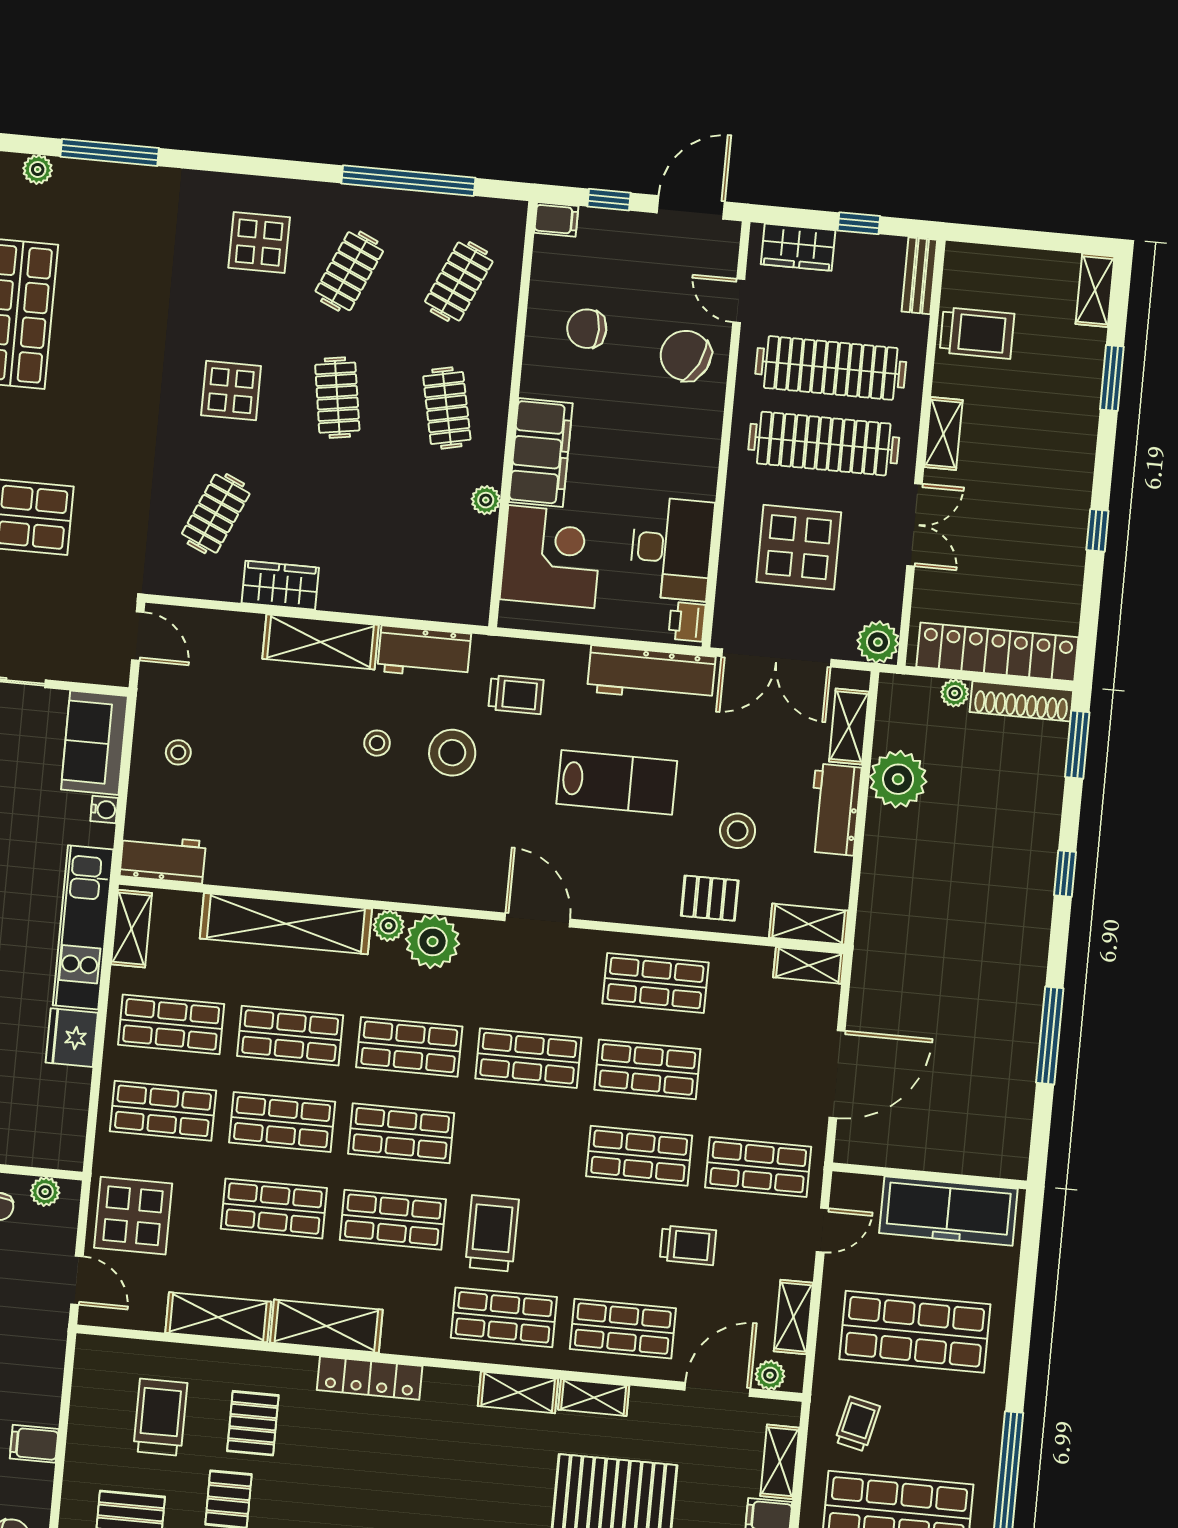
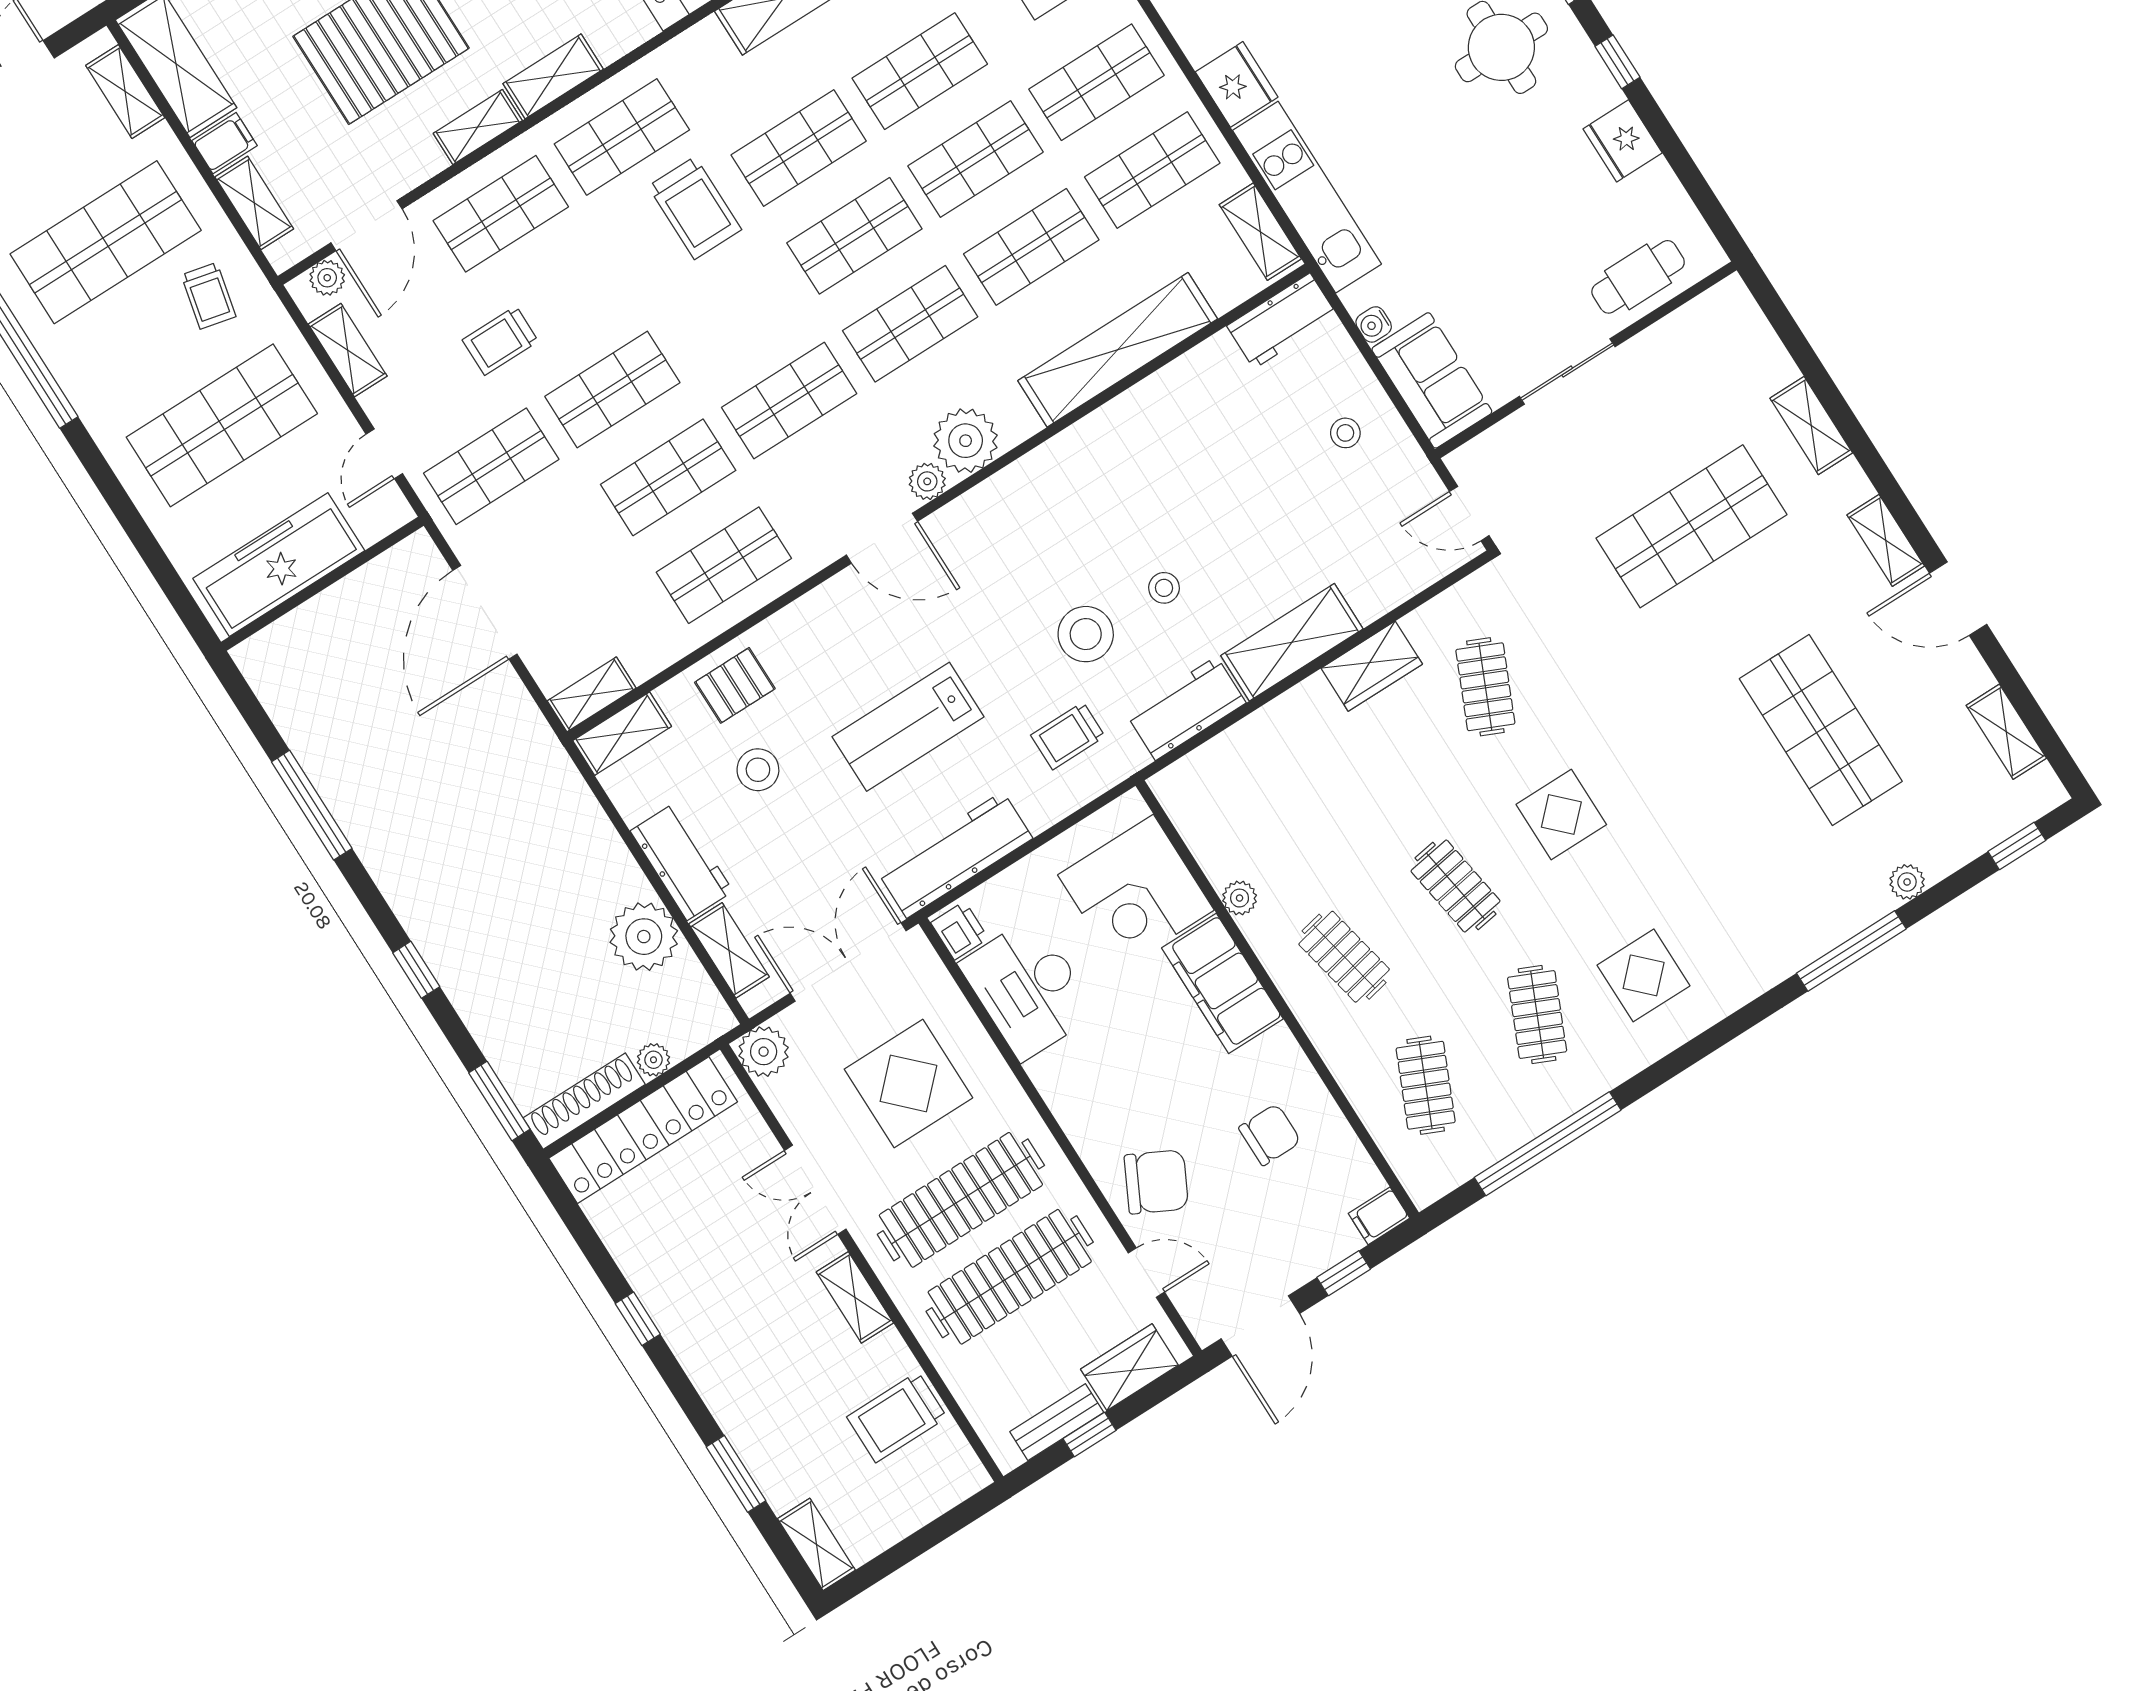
bench: (919, 276) -> (1057, 1422), moved, turned 90
plant: (389, 926) -> (927, 481), moved

